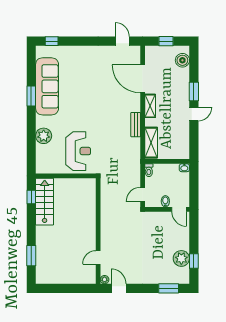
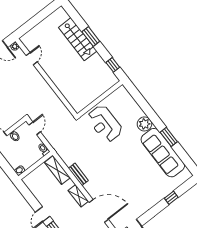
window: (52, 41) -> (171, 198), moved
plant: (44, 136) -> (144, 124), moved
stairs: (45, 202) -> (78, 39), moved
window: (31, 256) -> (91, 37), moved

